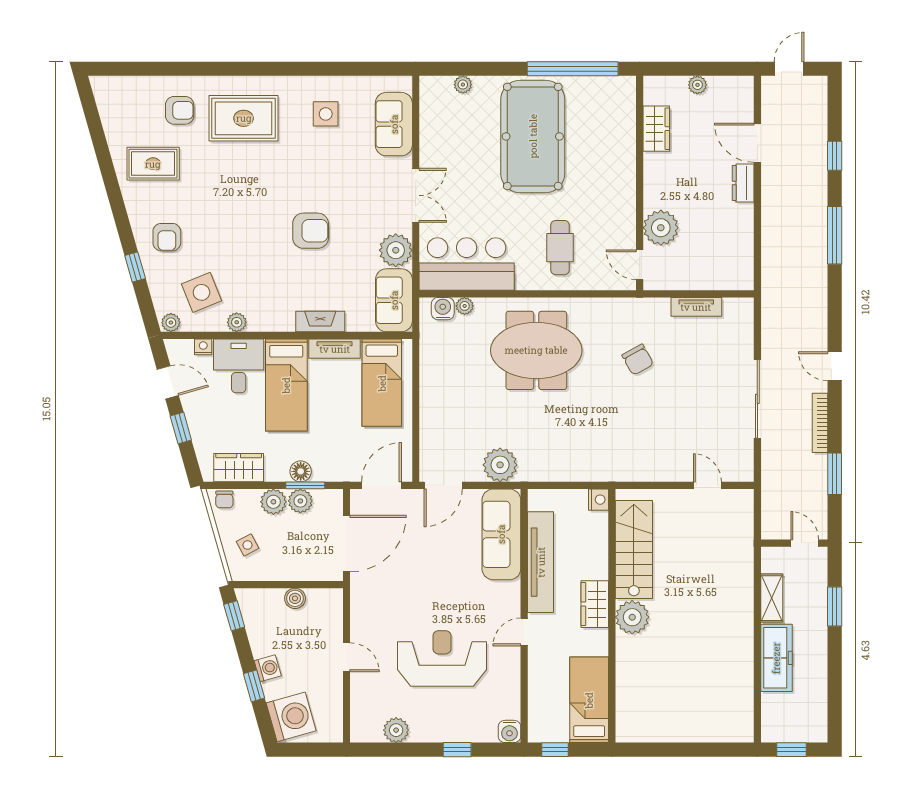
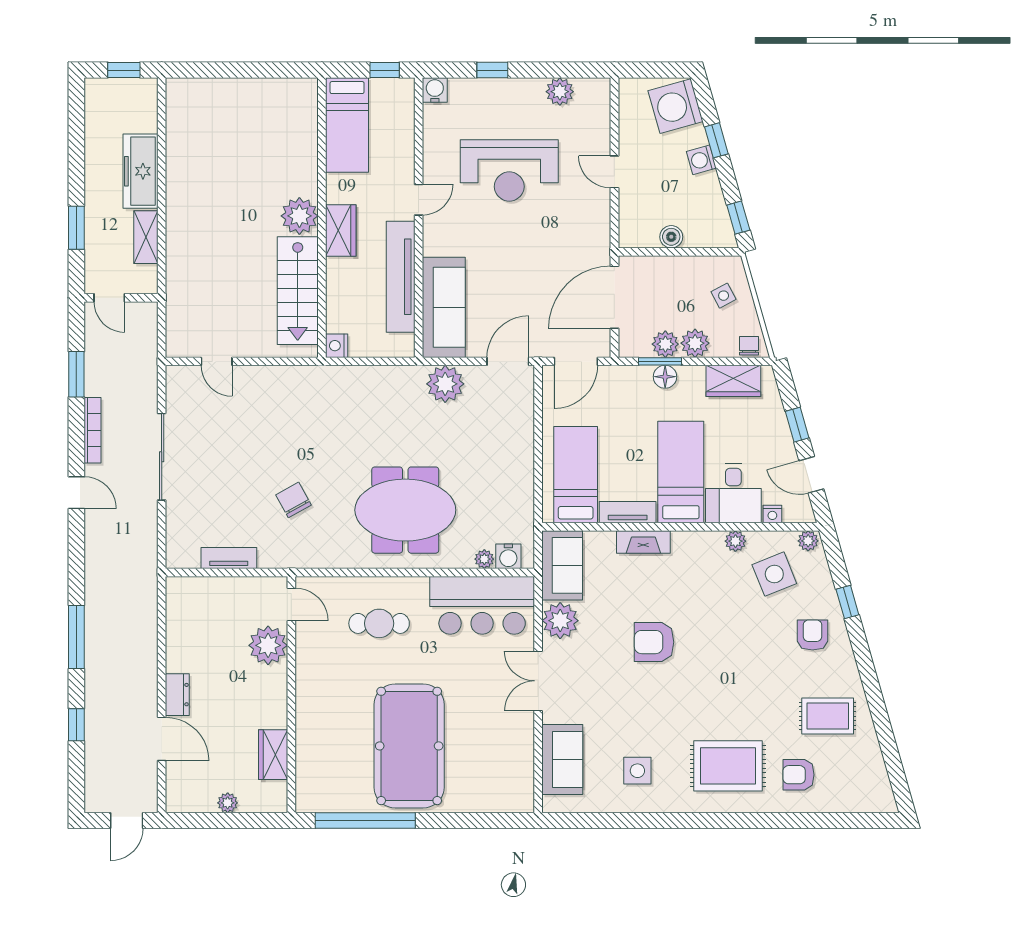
plant: (463, 85) -> (486, 803), removed
cafe table: (560, 248) -> (379, 623), turned 90

